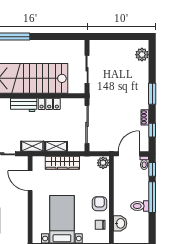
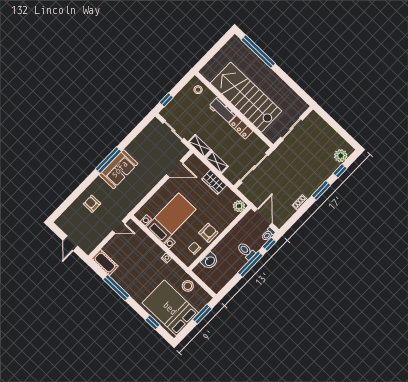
window: (152, 130) -> (340, 171), moved
door: (129, 154) -> (263, 217), hinge flipped
wardrobe: (62, 163) -> (214, 182), width x0.67
door: (30, 181) -> (175, 169), swing flipped
toilet: (140, 206) -> (246, 251), moved

